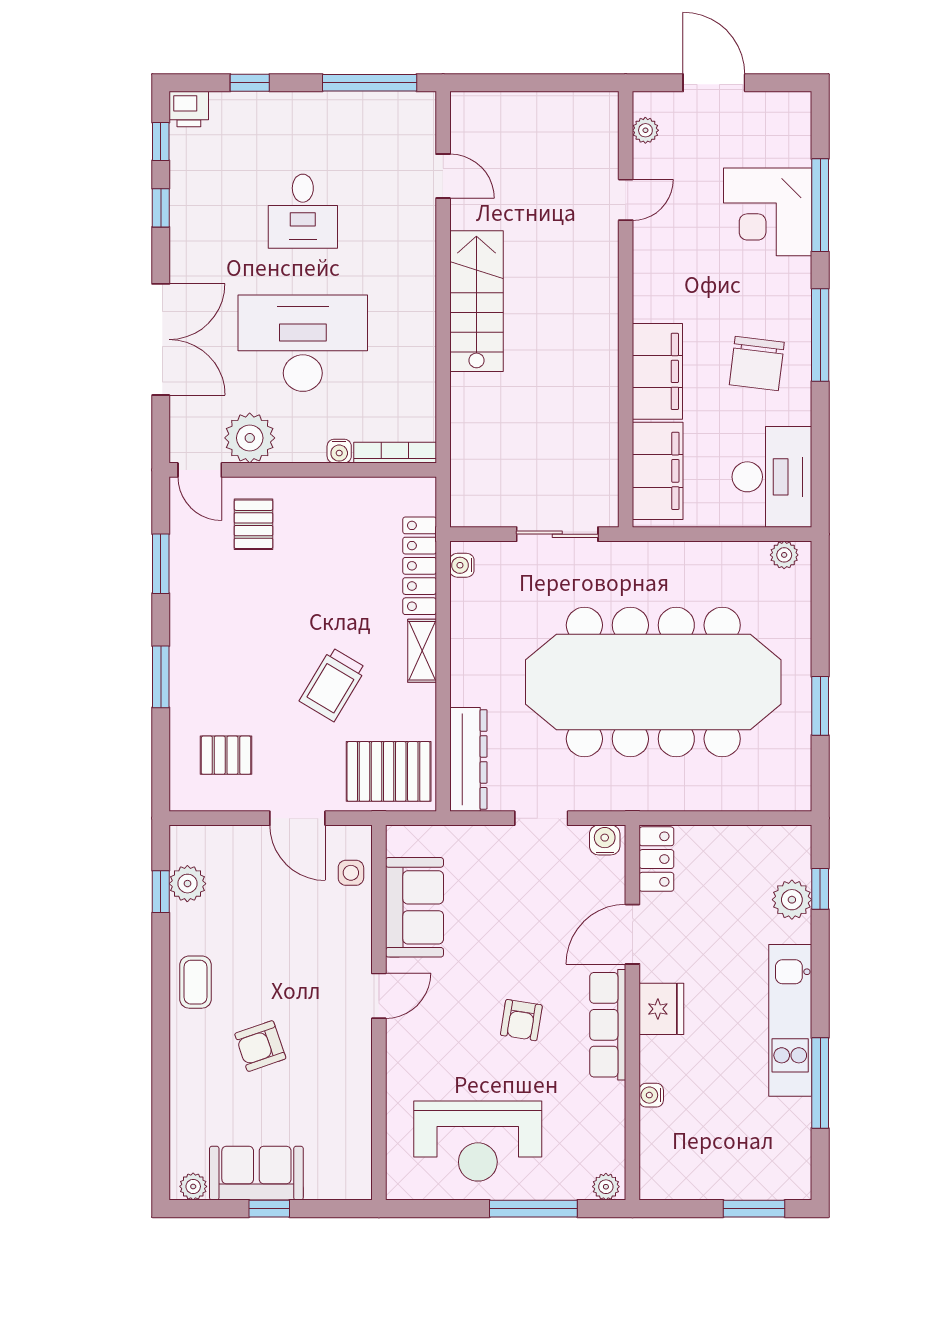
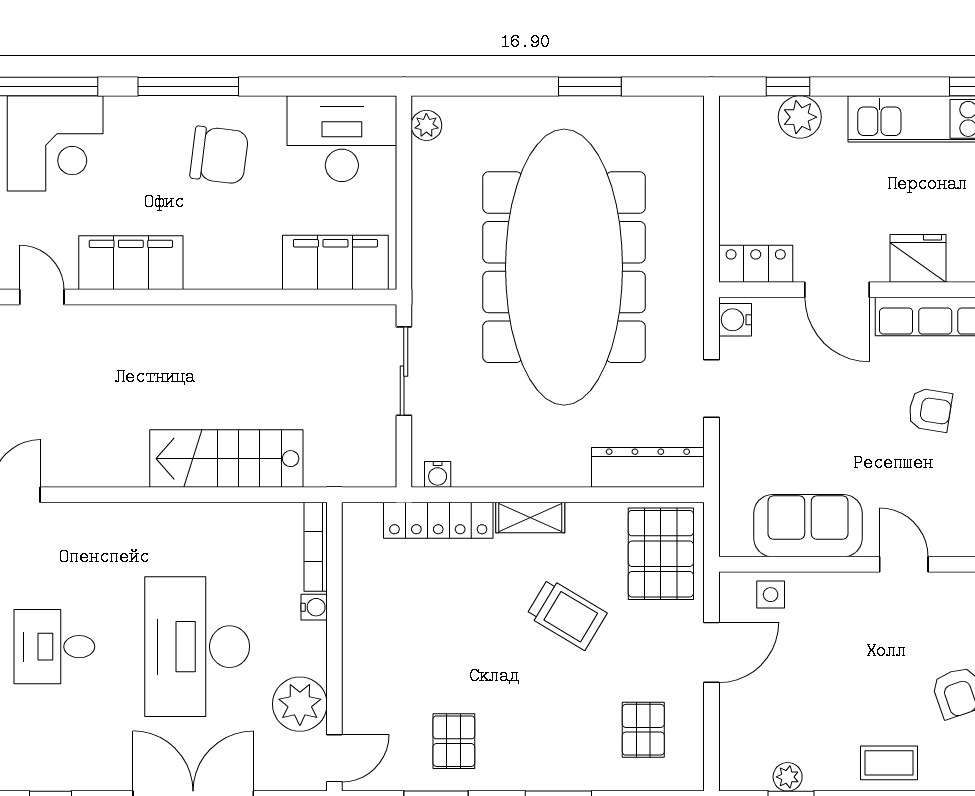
desk: (303, 211) -> (54, 647), turned 180
stairs: (476, 301) -> (226, 459), moved
filing cabinet: (657, 371) -> (131, 263), moved
pallet: (254, 524) -> (454, 741), moved, turned 90
plant: (187, 884) -> (788, 777), width x0.73, depth x0.73

